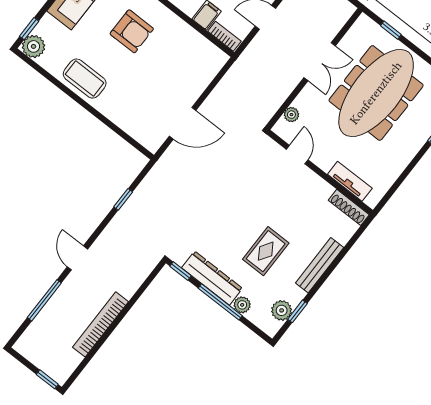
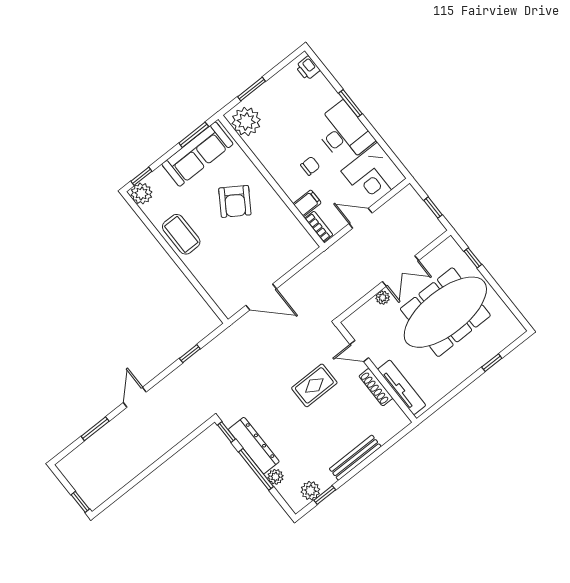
armchair: (132, 31) -> (235, 201), turned 33
plant: (291, 115) -> (383, 298), moved
door: (297, 155) -> (359, 351), swing flipped
tv unit: (350, 181) -> (402, 387), width x1.41
shoe rack: (349, 207) -> (376, 387), moved
rug: (266, 251) -> (314, 385), moved
window: (44, 300) -> (95, 429), width x0.69
bookcase: (100, 324) -> (141, 463), removed

